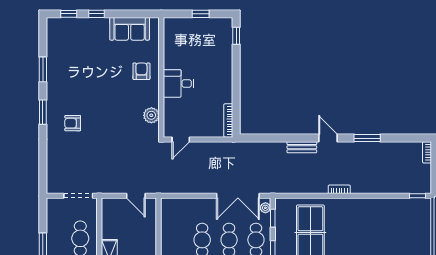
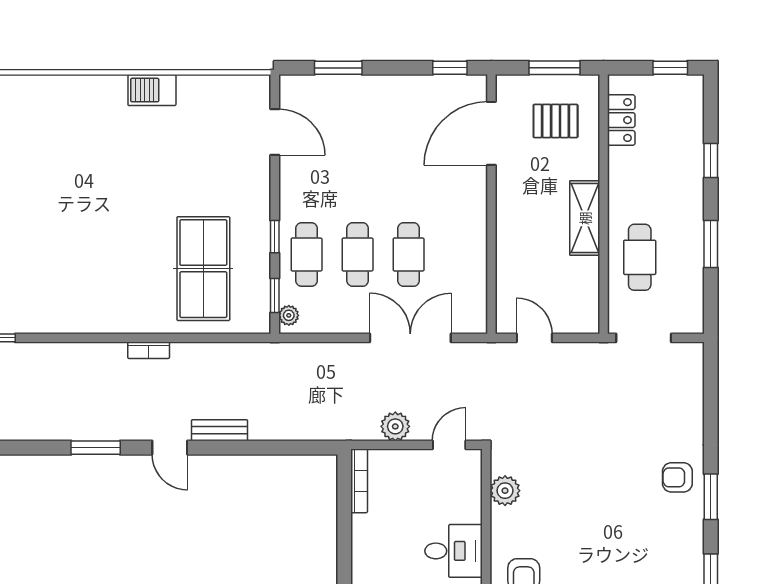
armchair: (73, 123) -> (677, 477), moved, turned 180
plant: (209, 149) -> (395, 426), added
double door: (238, 196) -> (410, 338), moved

